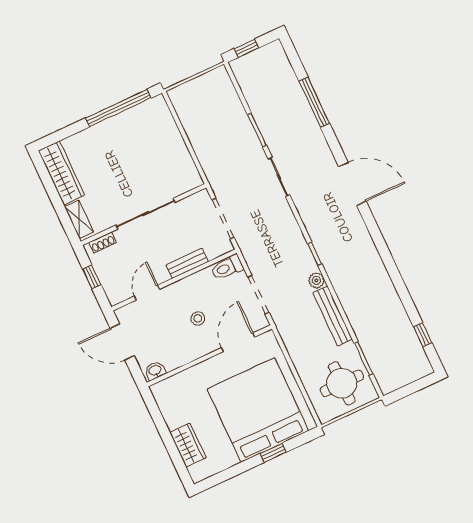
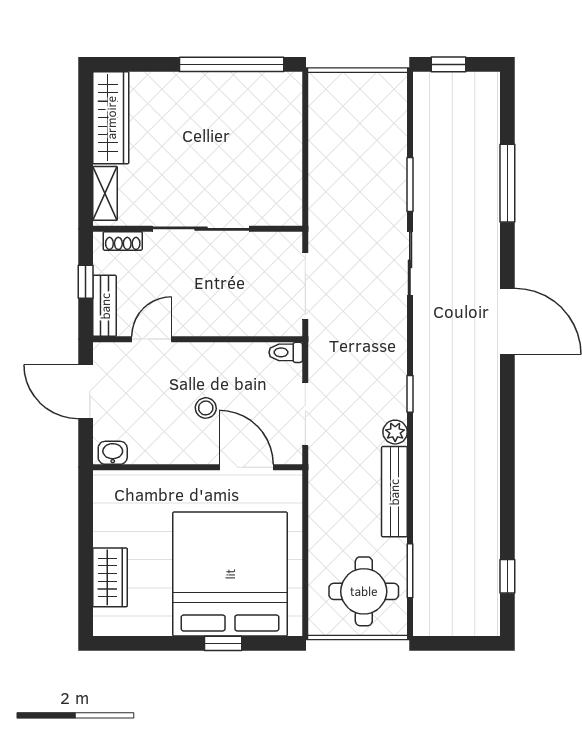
bench: (187, 263) -> (105, 306), moved, turned 90
toilet: (227, 268) -> (286, 352), width x0.73, depth x0.72
door: (238, 342) -> (246, 467), hinge flipped

